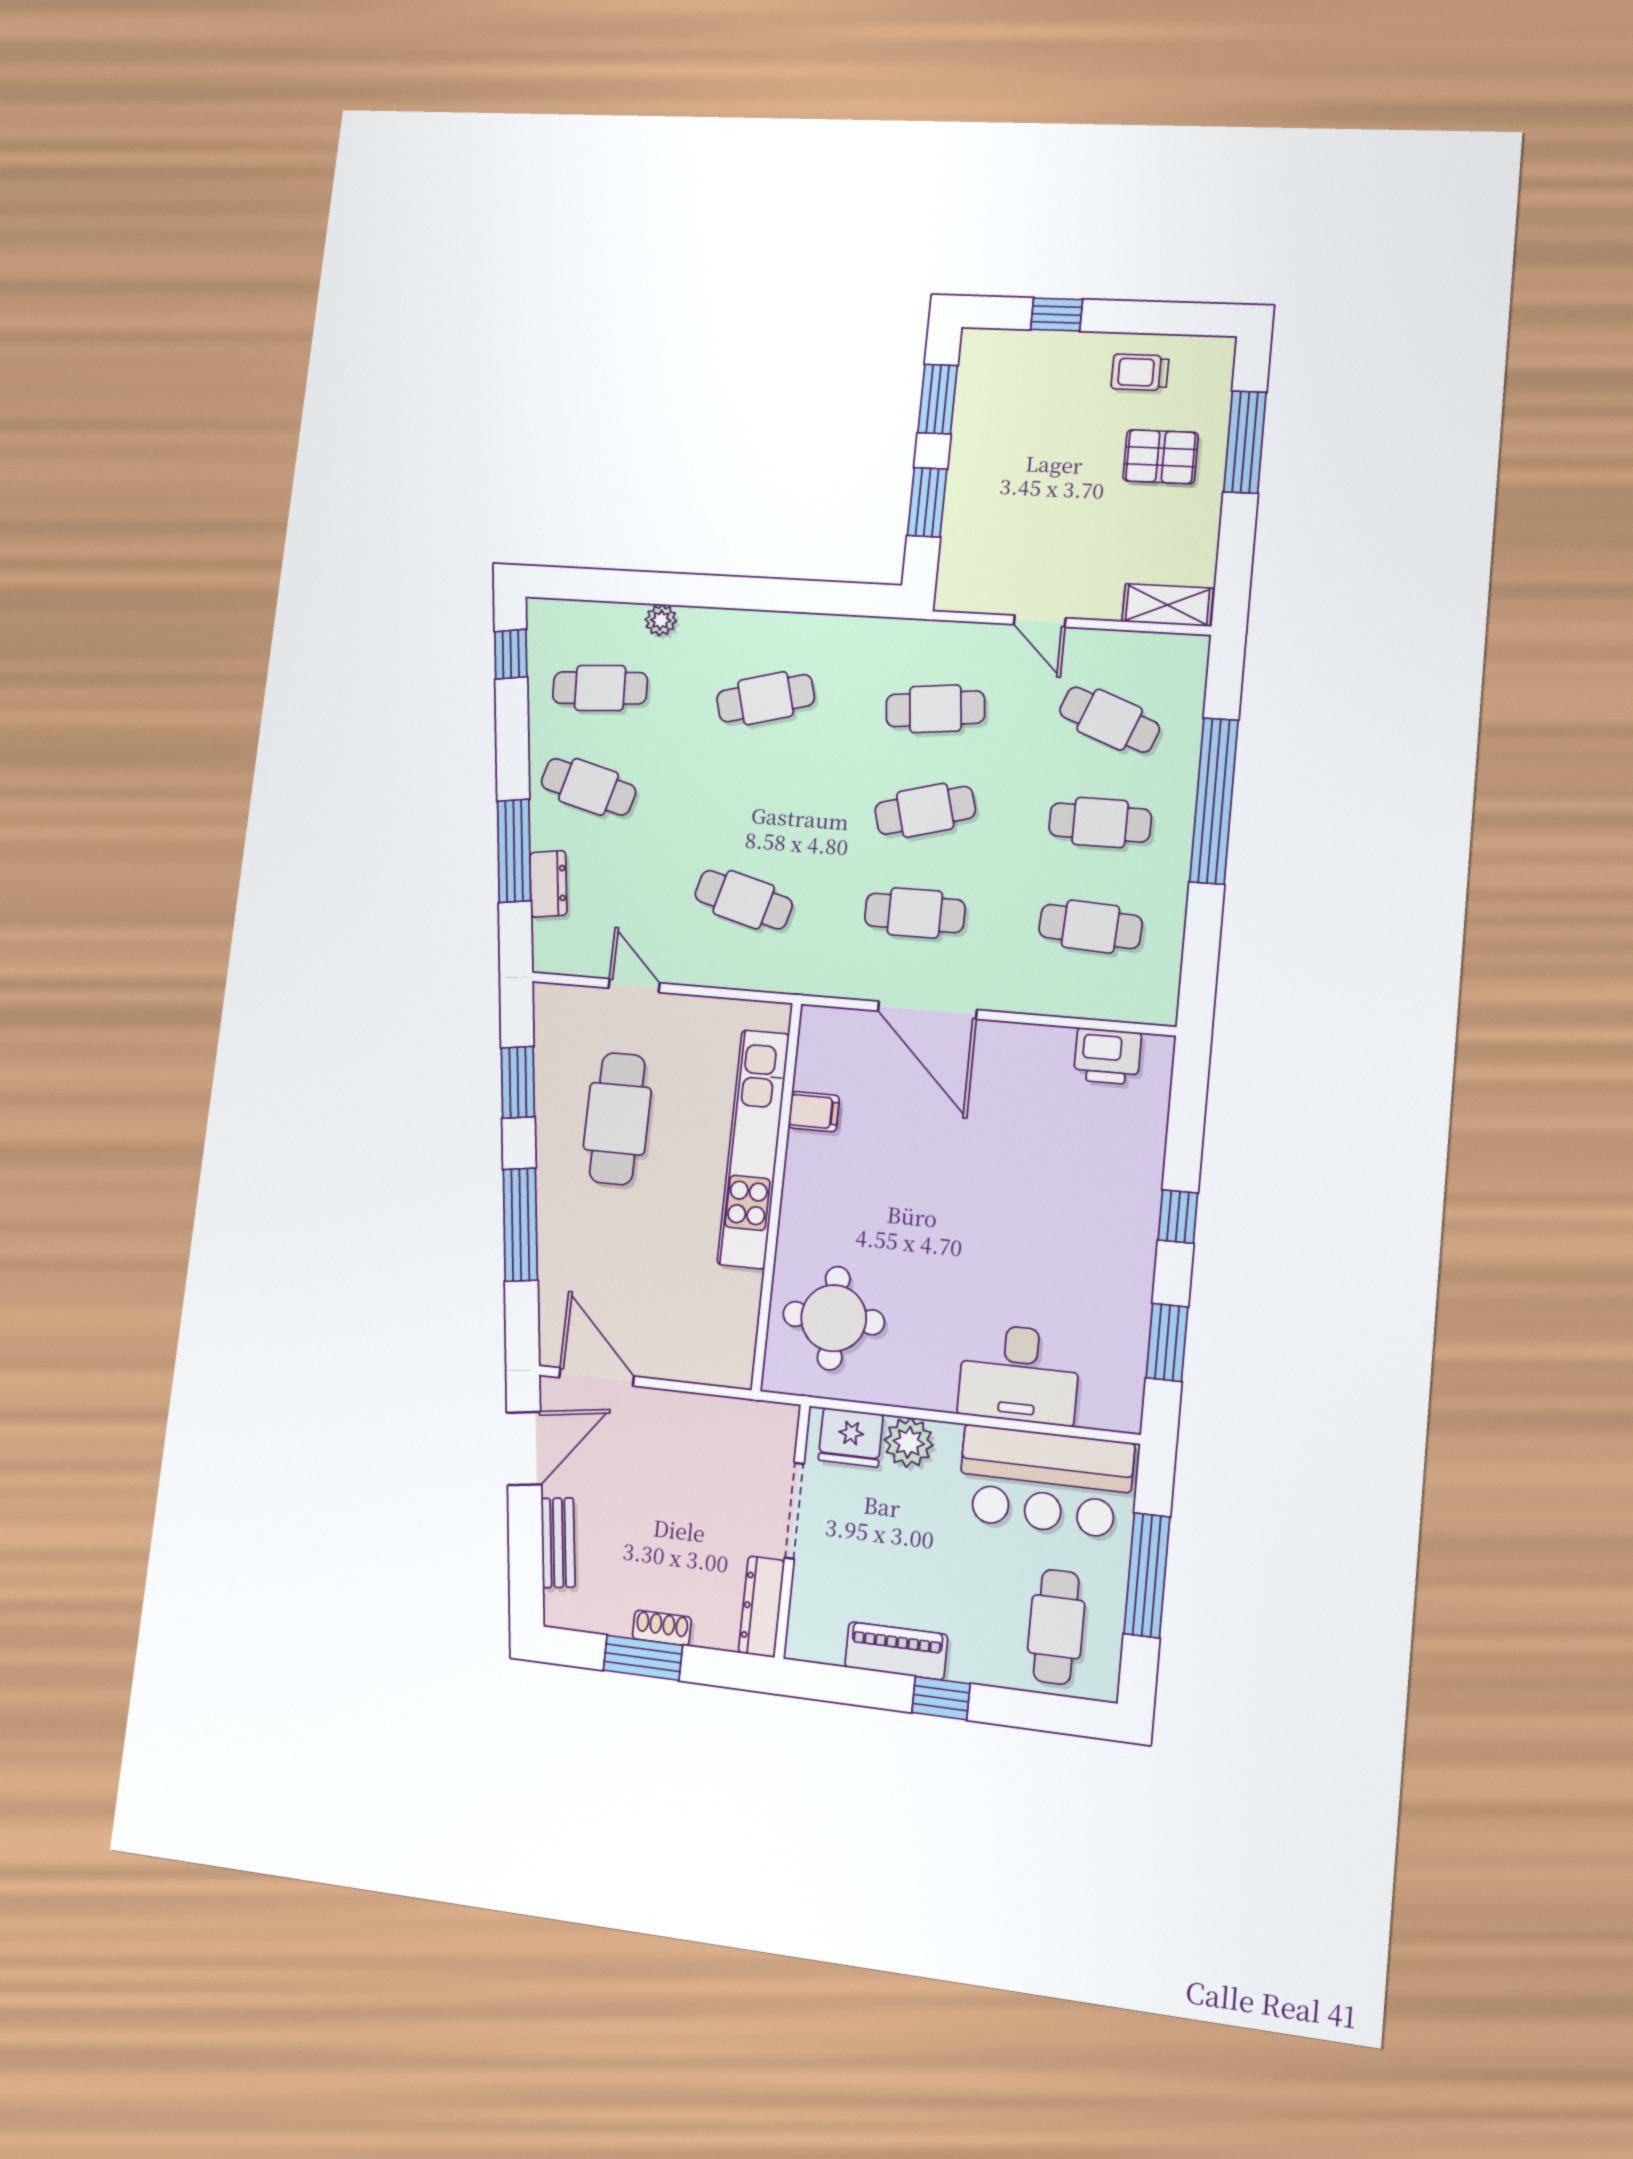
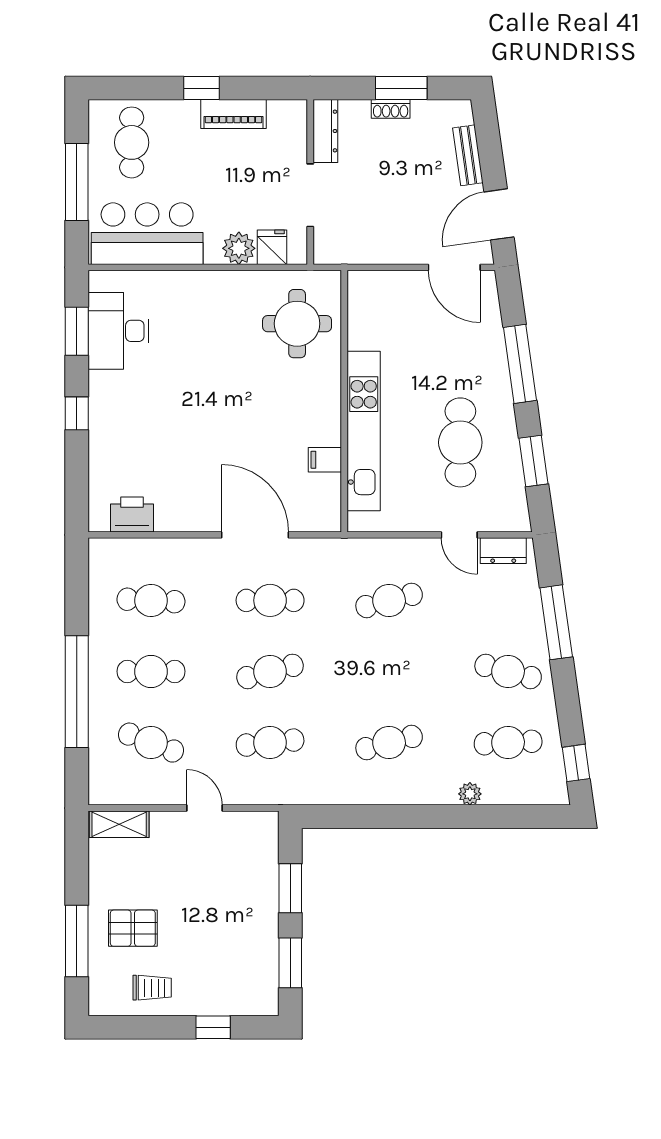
dresser: (548, 884) -> (503, 551), moved, turned -82
cafe table: (744, 900) -> (389, 600), turned -30
desk: (1019, 1374) -> (118, 331), moved, turned -90
fridge: (851, 1437) -> (272, 247), width x0.72

